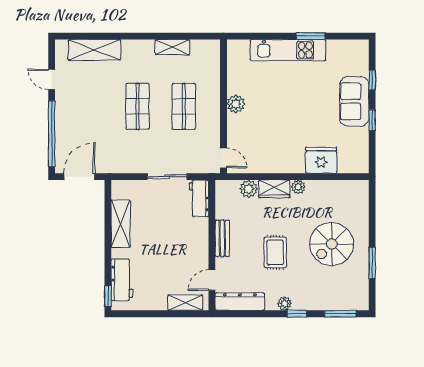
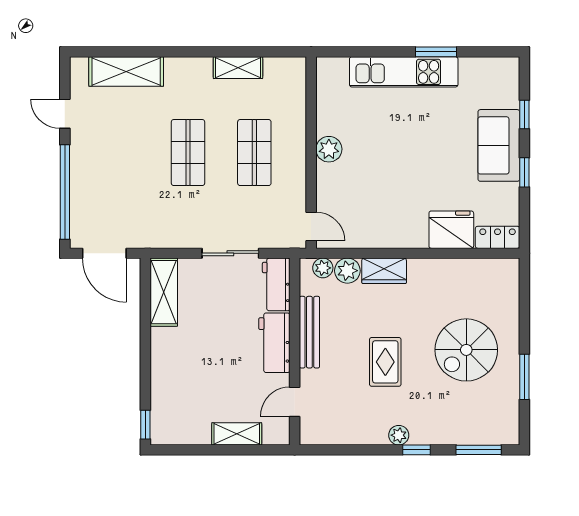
locker: (353, 165) -> (498, 237), added
door: (79, 177) -> (104, 253), swing flipped
plant: (298, 187) -> (323, 268), moved
shelving: (121, 224) -> (164, 292), moved
bench: (222, 238) -> (309, 332), width x1.36
workbench: (122, 280) -> (274, 343), moved, turned 180
dresser: (240, 302) -> (335, 433), removed
shelving: (185, 303) -> (237, 434), moved

